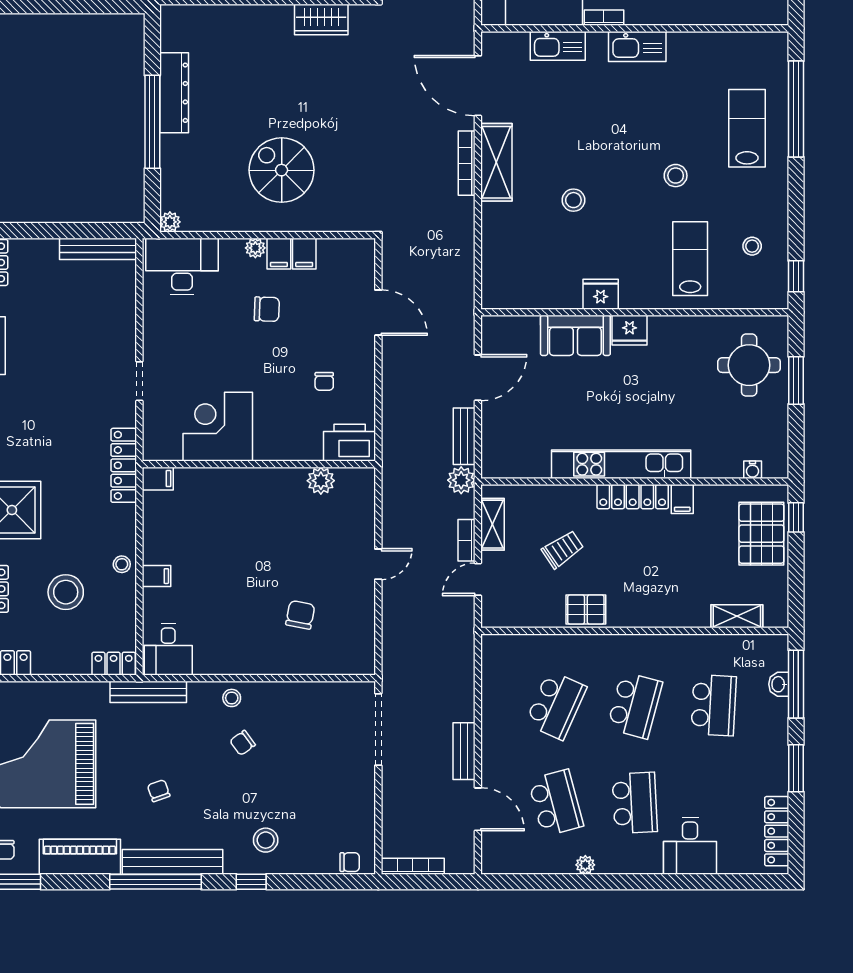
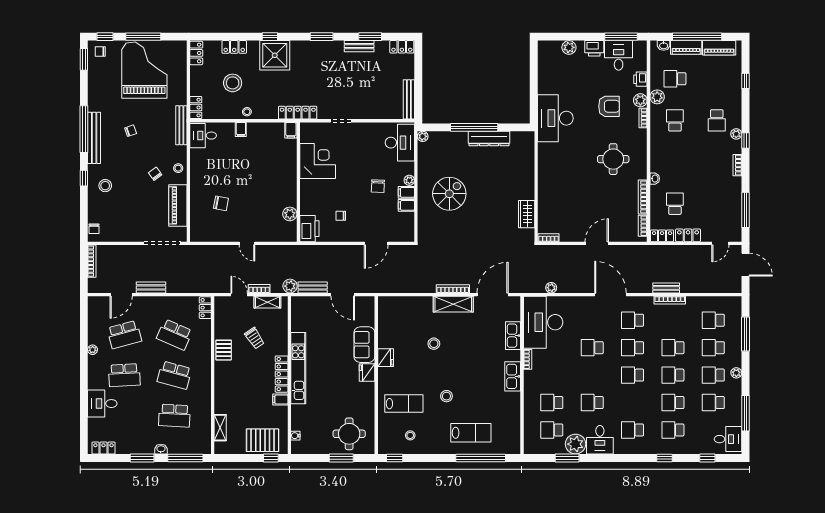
locker: (503, 645) -> (205, 308), added
washbasin: (779, 684) -> (161, 449), moved
locker: (777, 831) -> (103, 448), width x0.66
piano: (80, 857) -> (178, 205), moved, turned 180

